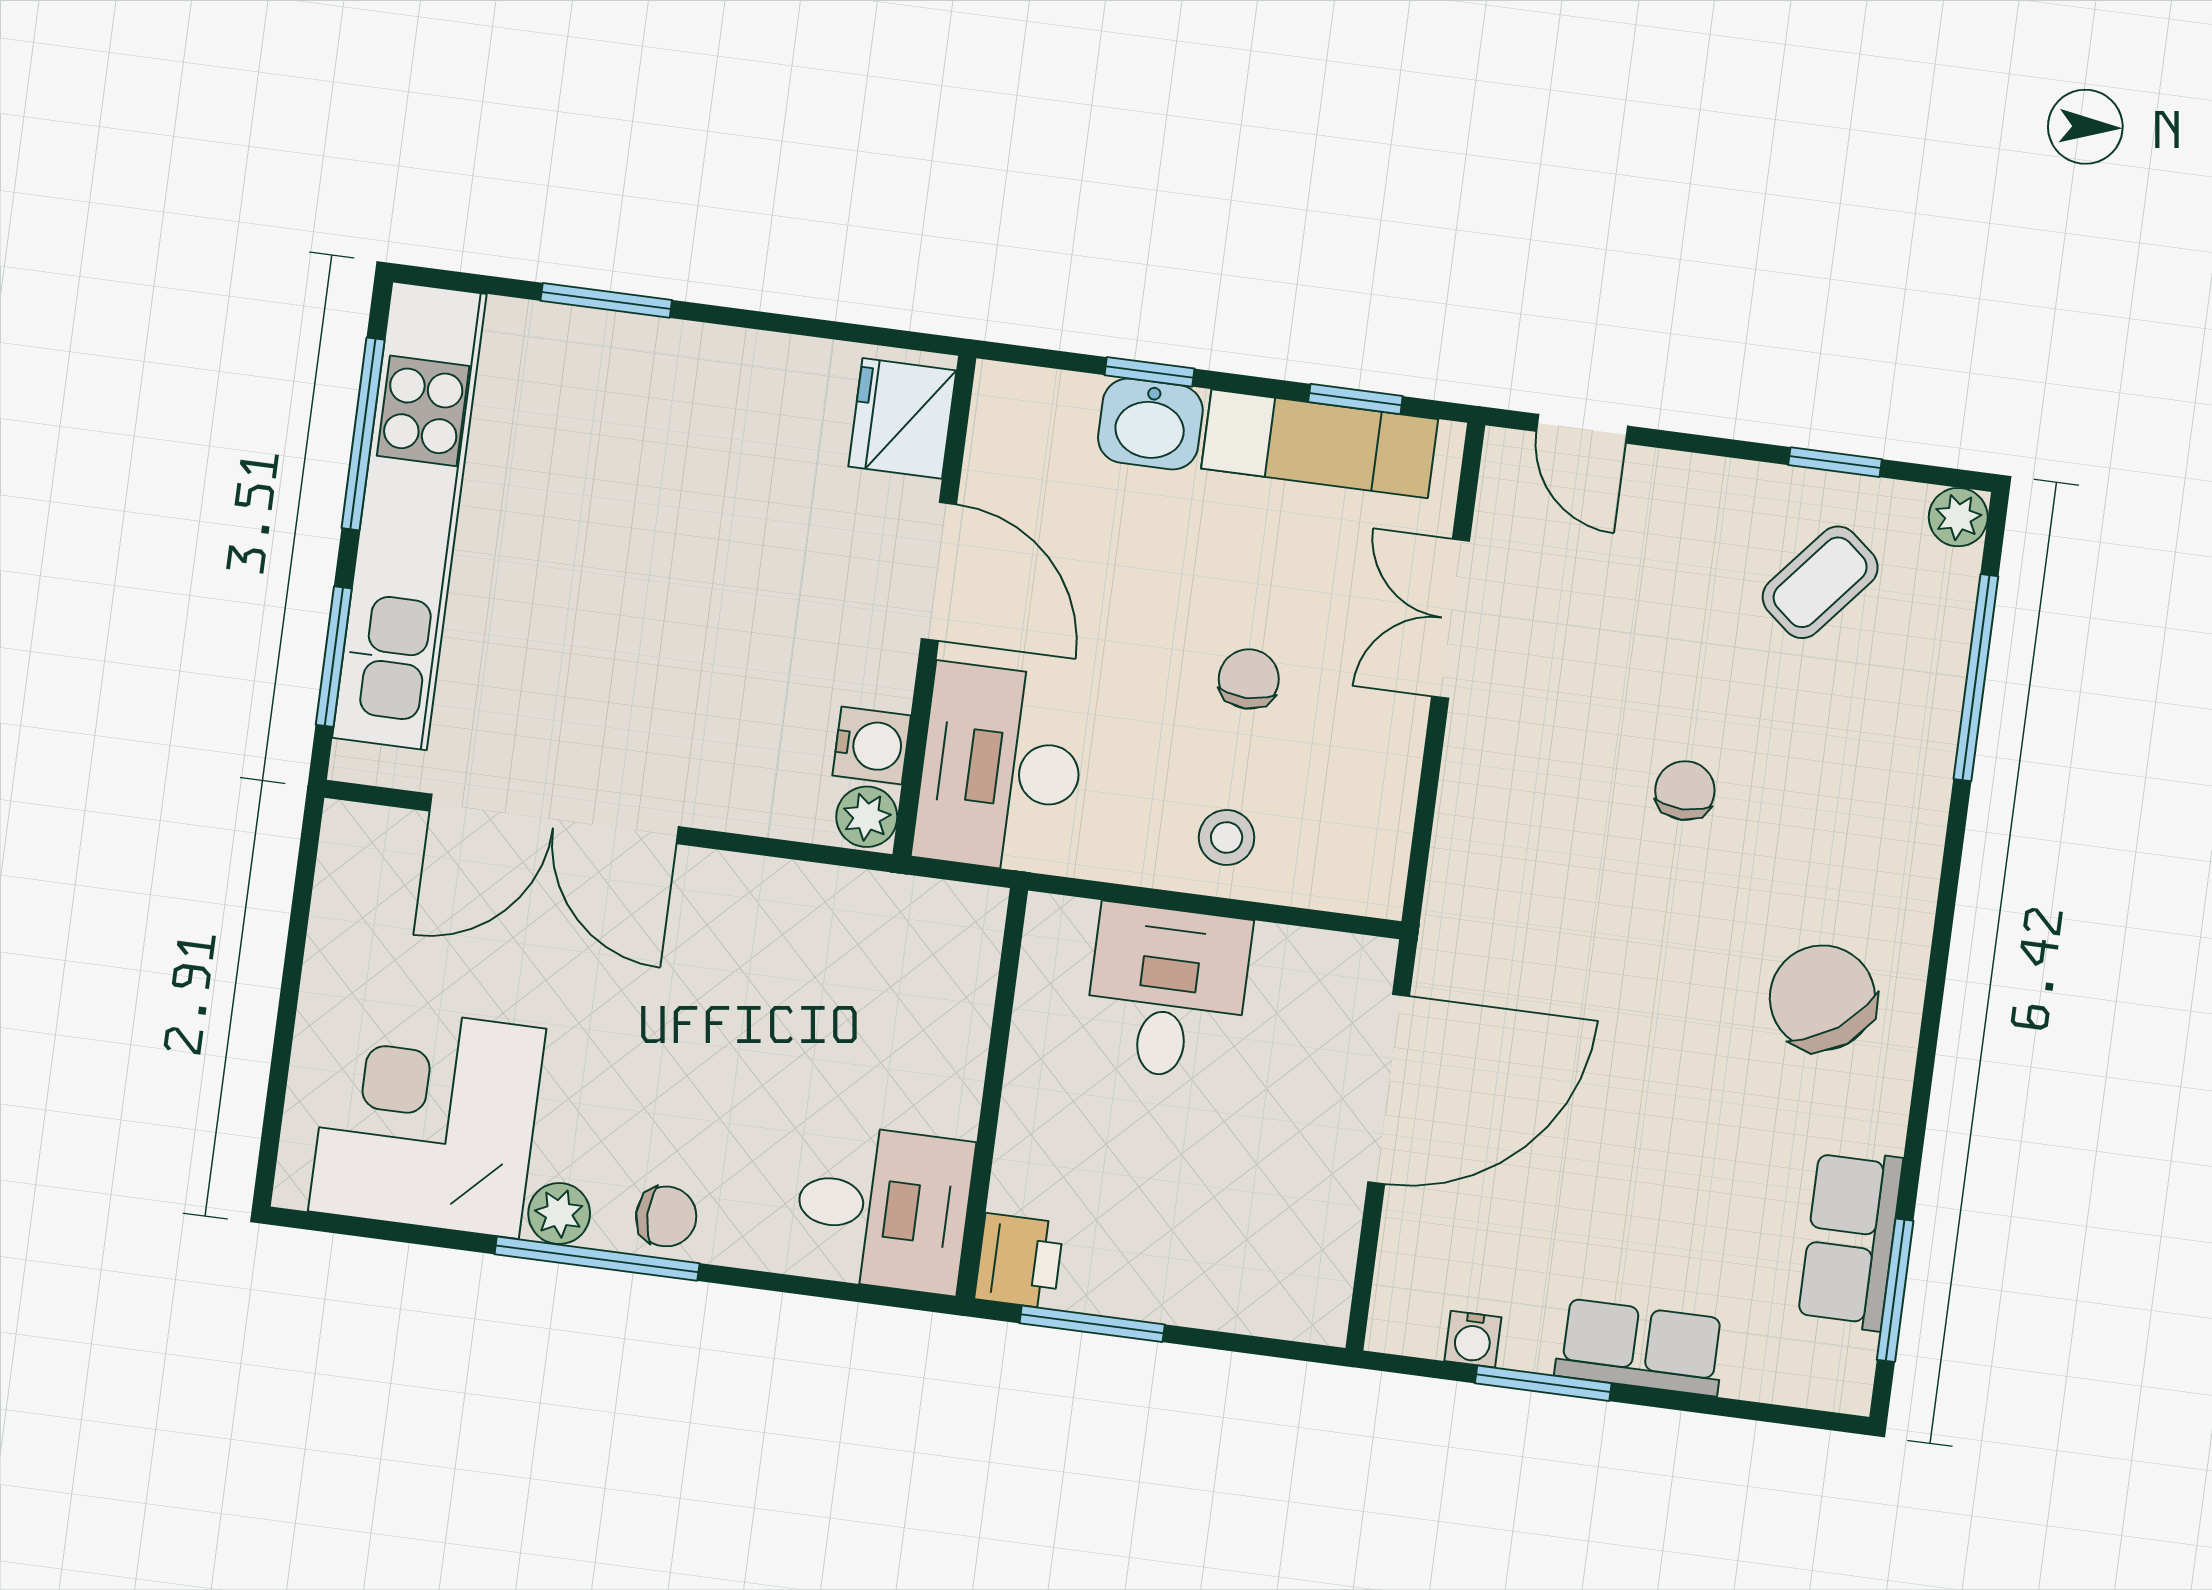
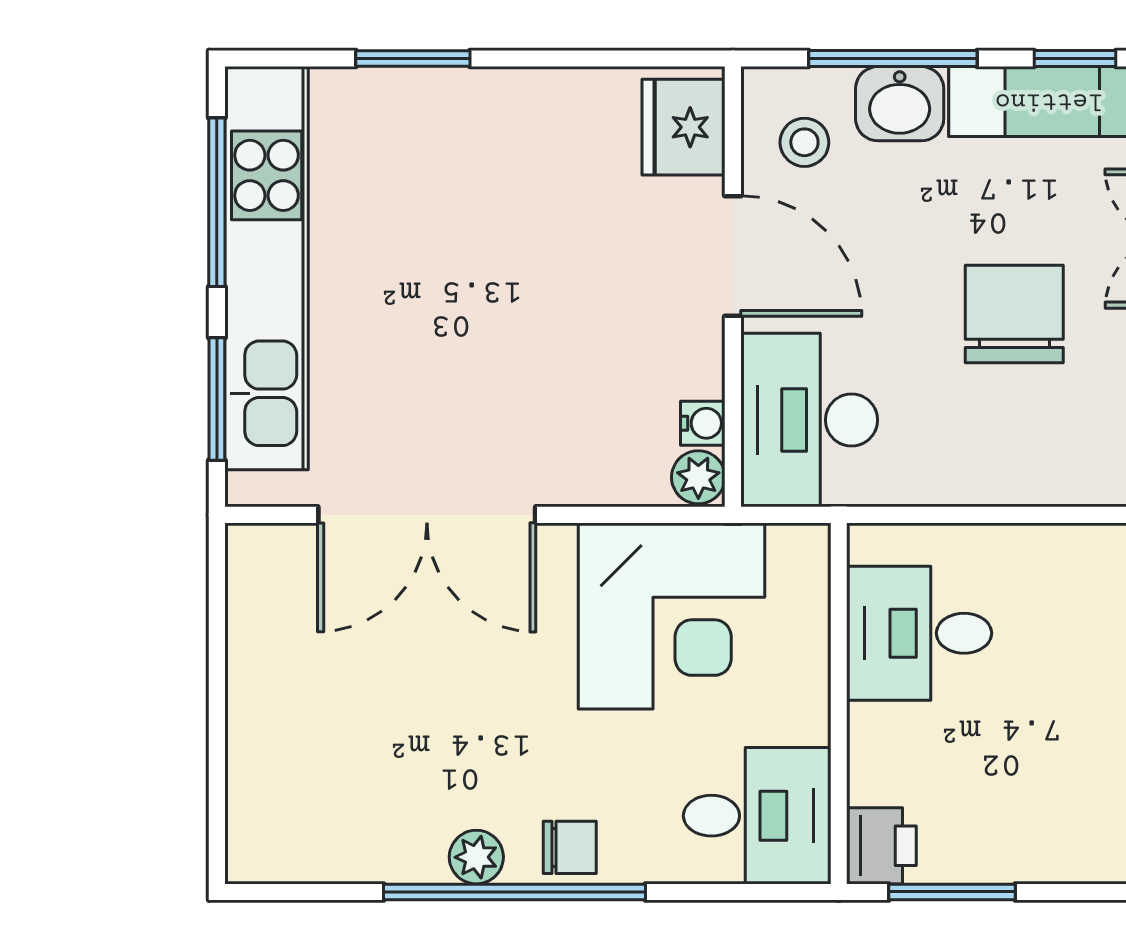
window: (1149, 372) -> (893, 58), width x2.17
chair: (1249, 679) -> (1014, 314), width x1.87, depth x1.87
water cooler: (872, 745) -> (703, 423), width x0.72, depth x0.72
stool: (1227, 837) -> (804, 142), moved
desk: (1167, 992) -> (919, 633), moved, turned -90
corner desk: (427, 1120) -> (671, 616), moved, turned 180
window: (597, 1259) -> (515, 892), width x1.46

